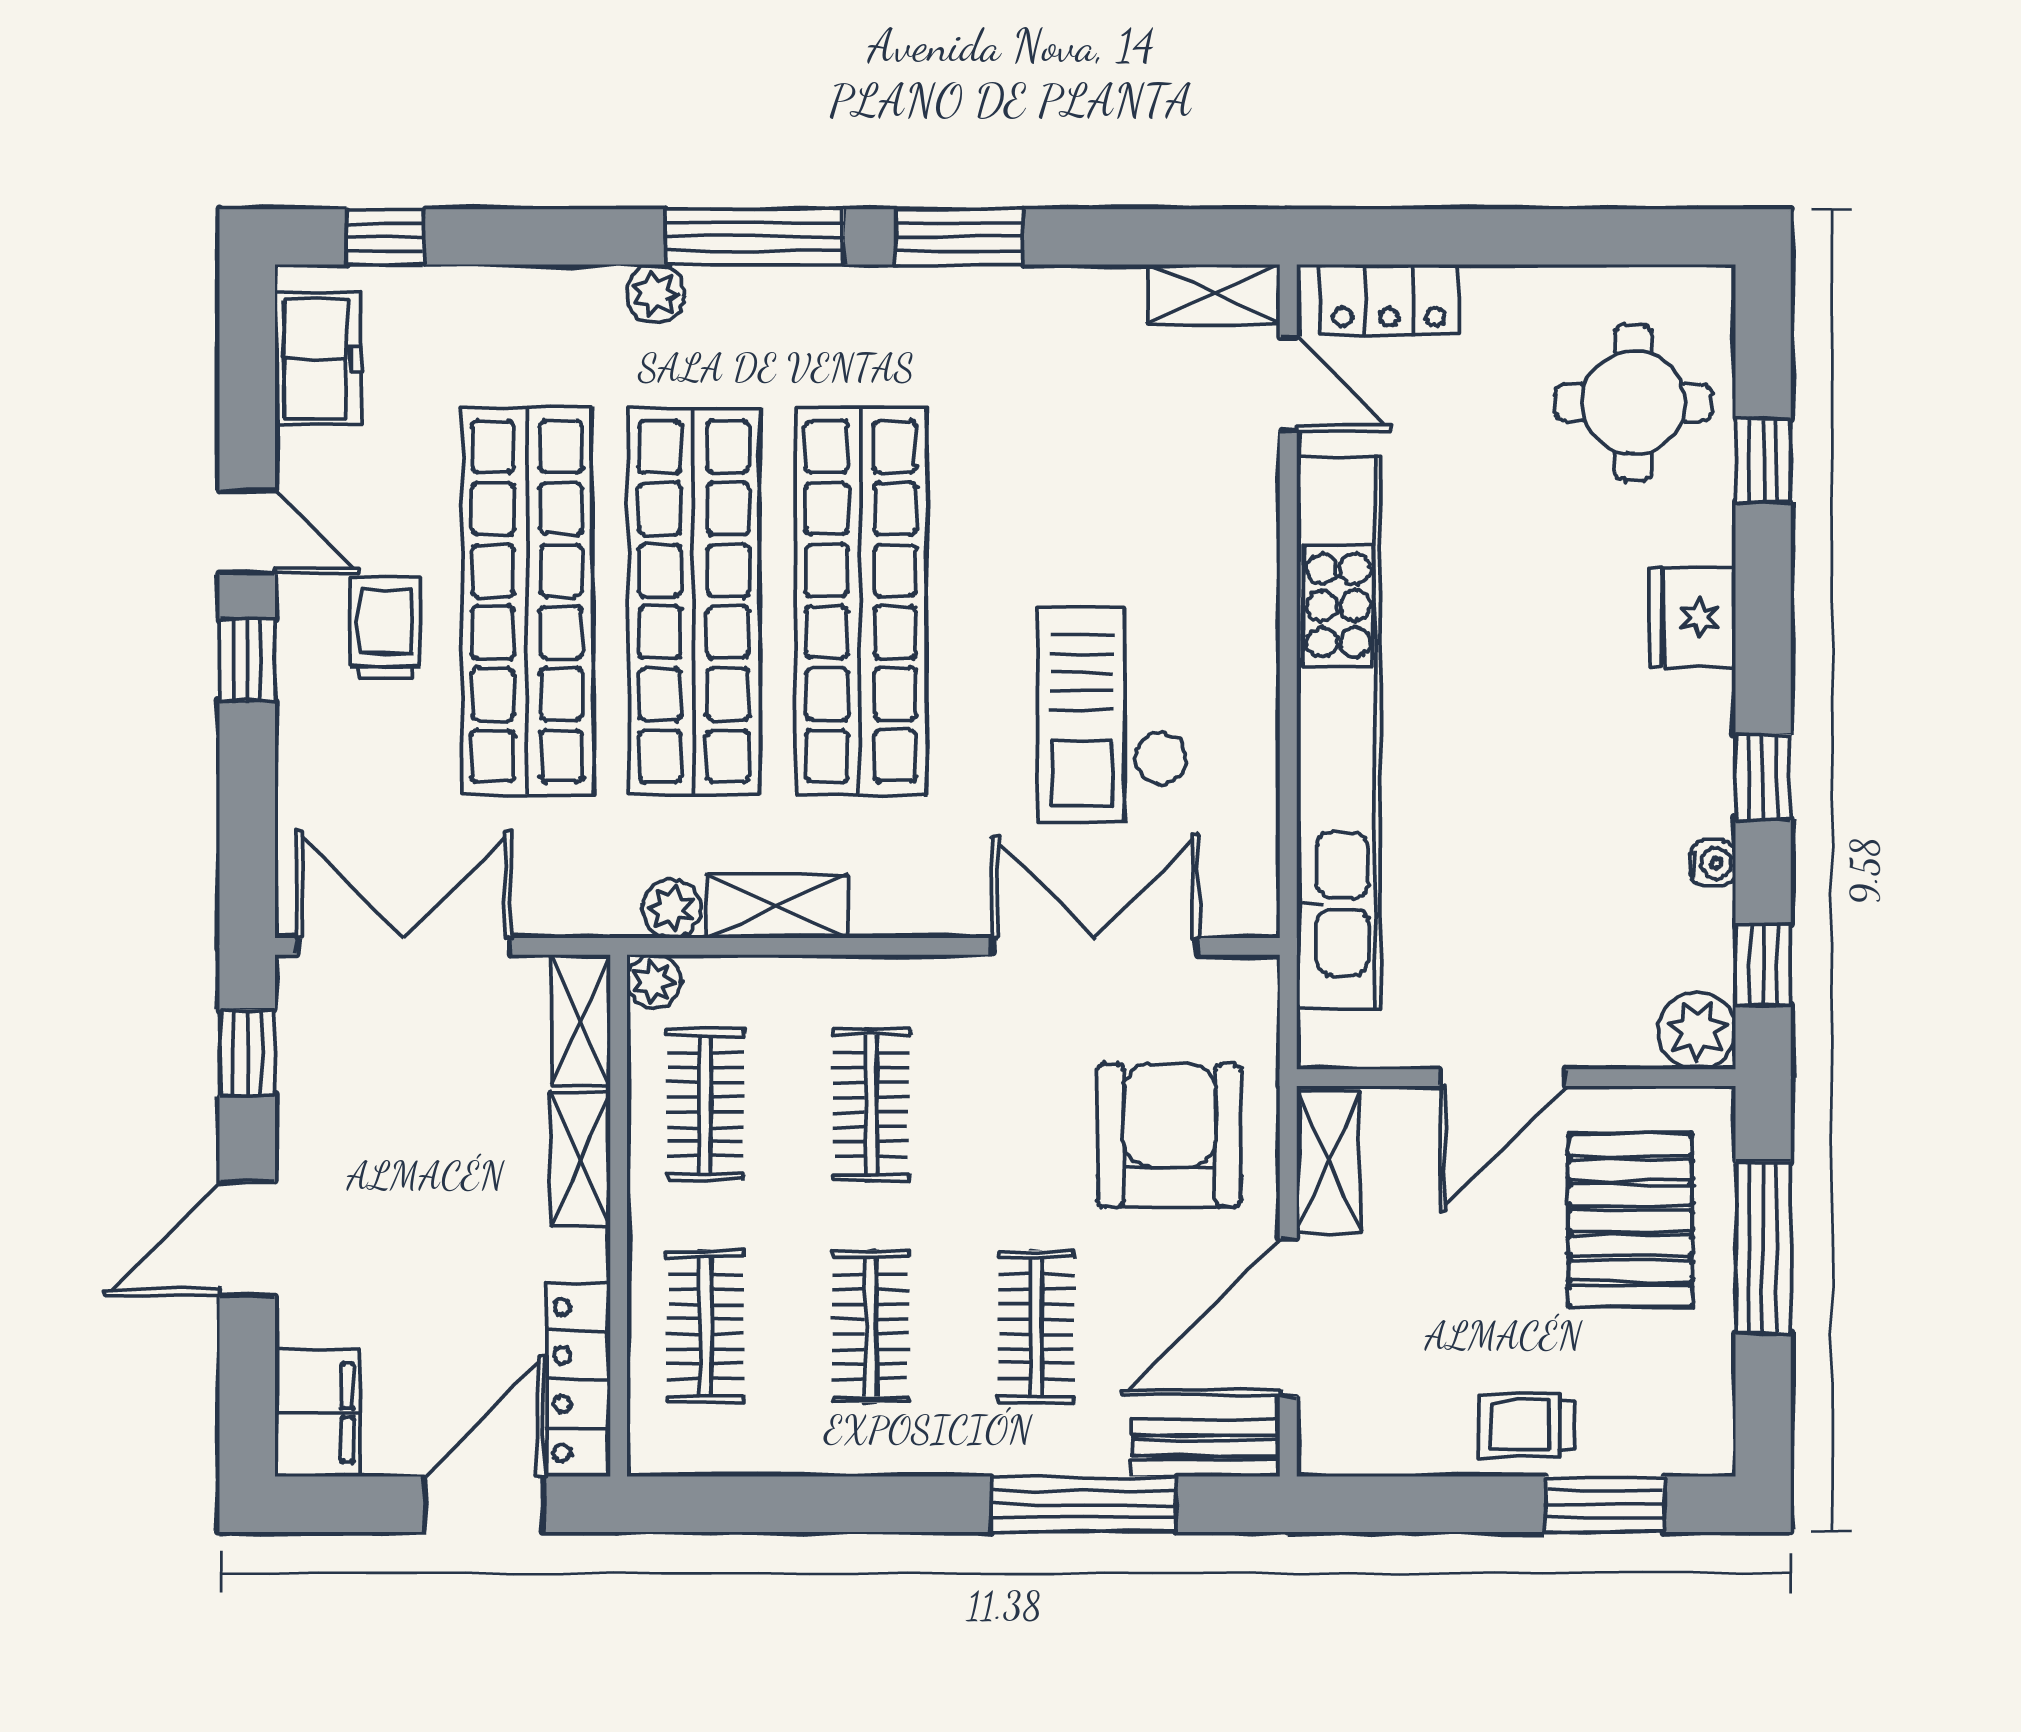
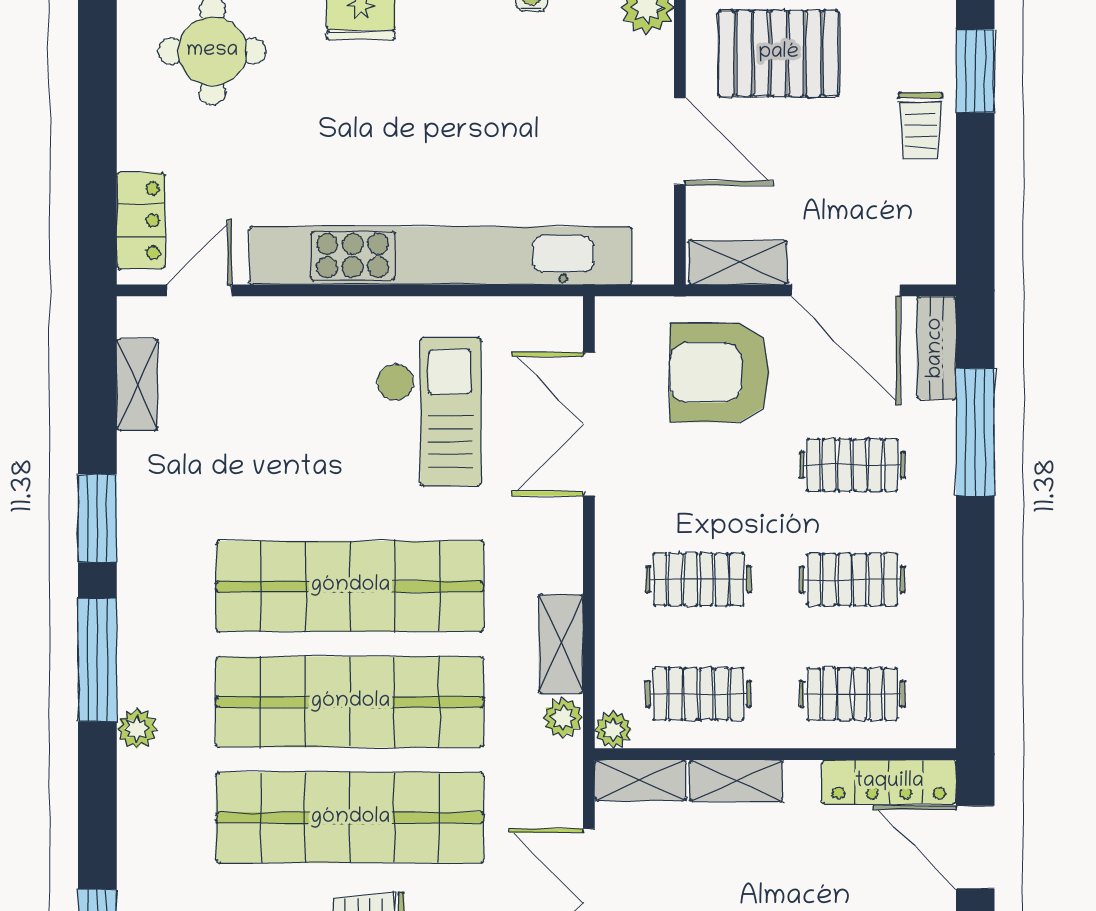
shelving: (1214, 294) -> (137, 385), moved
checkout: (1113, 715) -> (429, 412), turned -90

